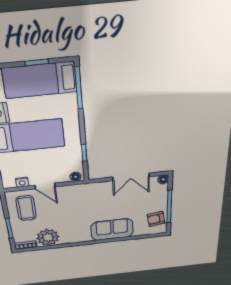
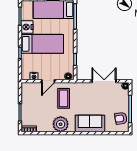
double door: (131, 177) -> (104, 81), swing flipped
door: (45, 186) -> (48, 81), hinge flipped
coffee table: (26, 208) -> (64, 98), moved
plant: (48, 237) -> (61, 124), moved

